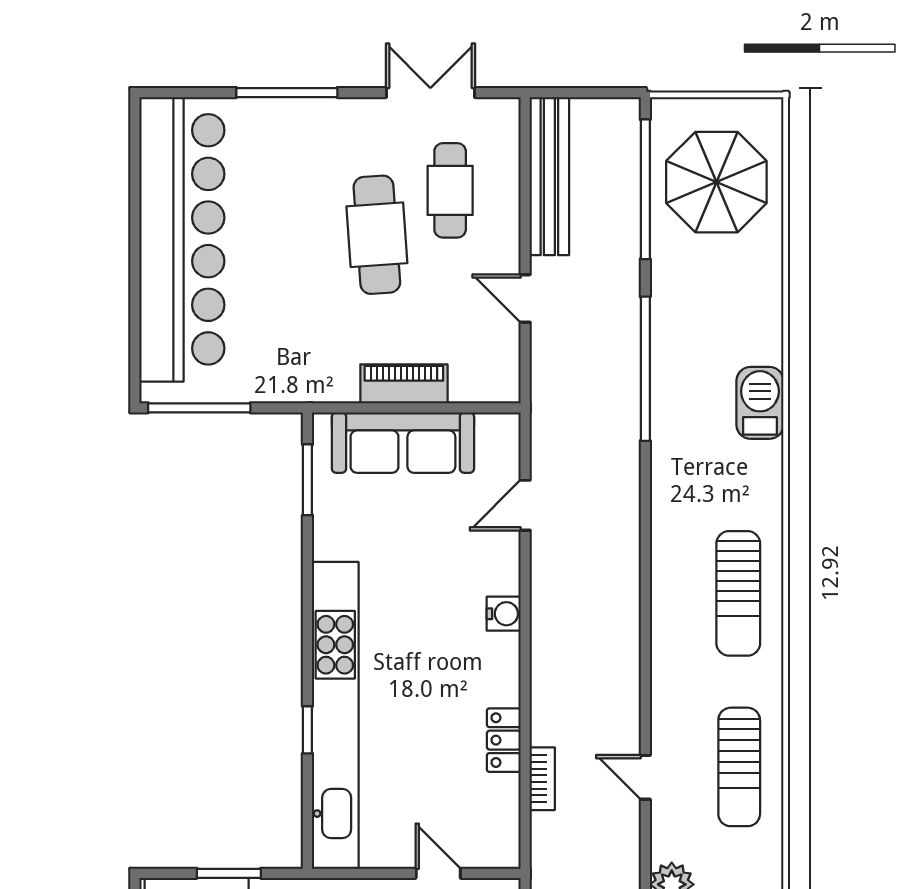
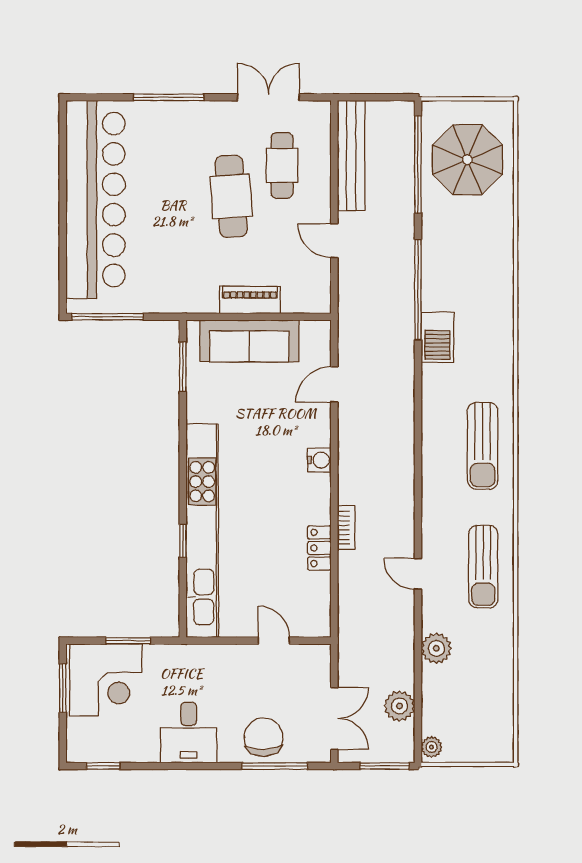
barbecue: (760, 403) -> (437, 337), moved, turned 180
bookcase: (542, 779) -> (346, 528), moved

